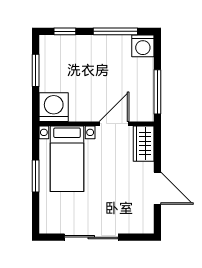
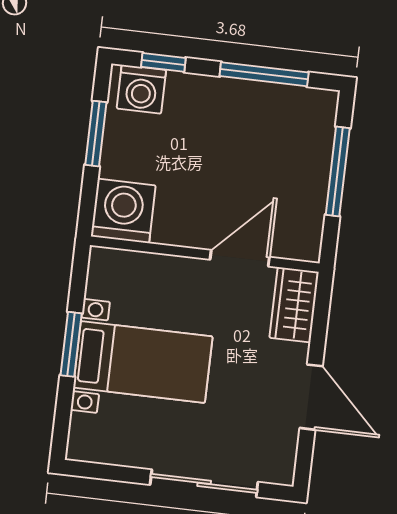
washing machine: (143, 46) -> (141, 89), moved
window: (157, 92) -> (338, 172), moved
bed with nightstands: (67, 159) -> (143, 362), moved, turned -90
sliding door: (91, 237) -> (204, 483), moved

